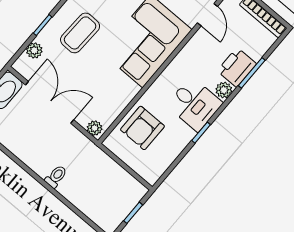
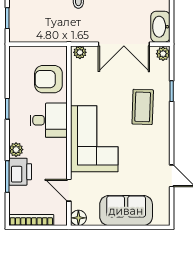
plant: (34, 50) -> (163, 54), moved
desk: (194, 104) -> (49, 120), moved, turned 180
armchair: (142, 128) -> (48, 79), turned -90

